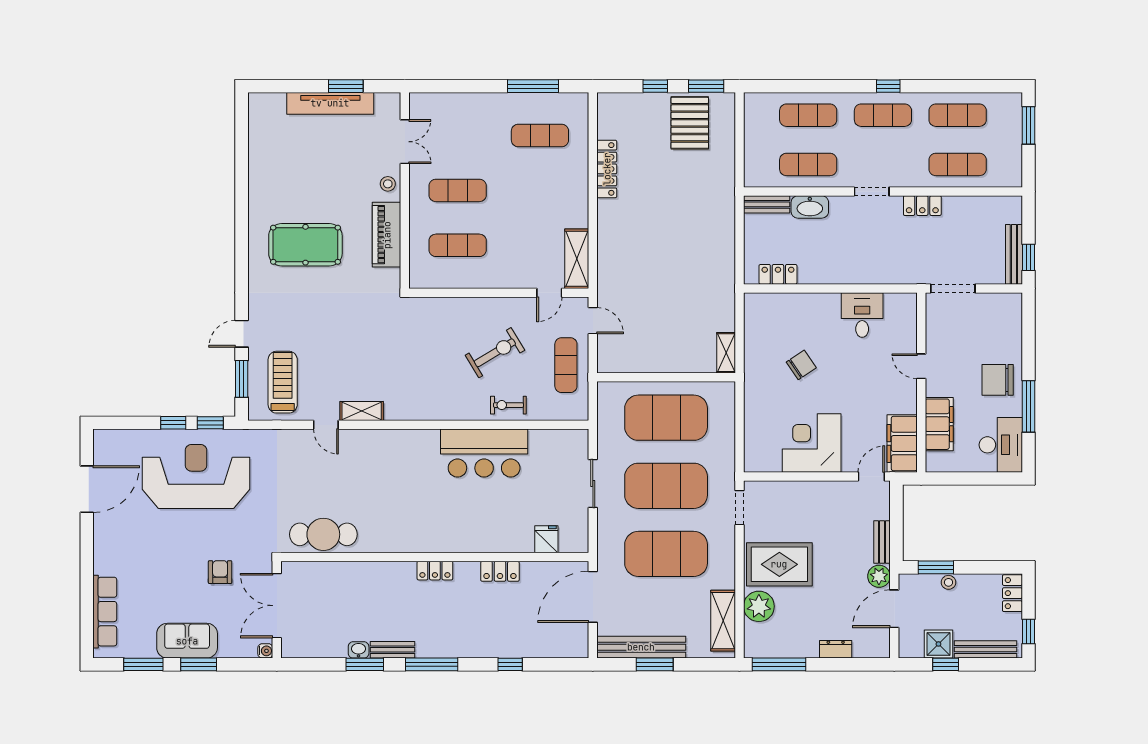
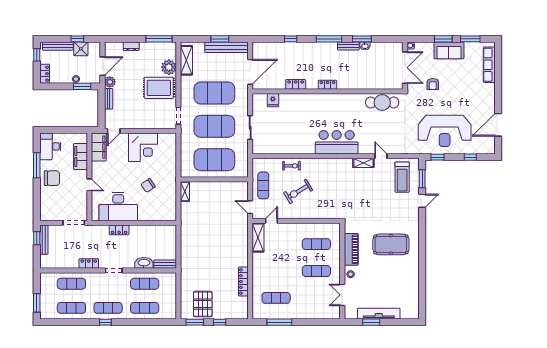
locker: (778, 274) -> (119, 230), moved
desk: (862, 315) -> (118, 207), width x1.87, depth x1.30
window: (173, 423) -> (470, 157), moved
bar counter: (484, 453) -> (337, 142), moved

